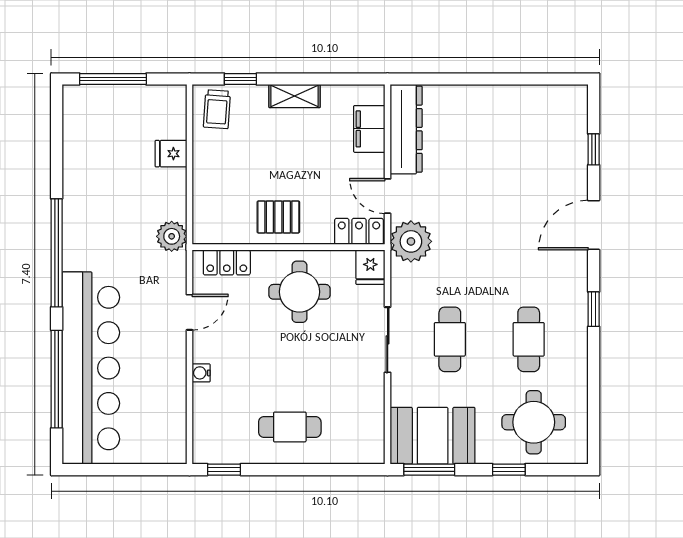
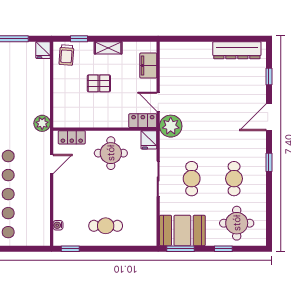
dresser: (406, 129) -> (237, 50), moved, turned 90
fridge: (171, 154) -> (43, 50), moved, turned -90
pallet: (278, 217) -> (99, 83), moved
water cooler: (201, 373) -> (58, 225), moved

